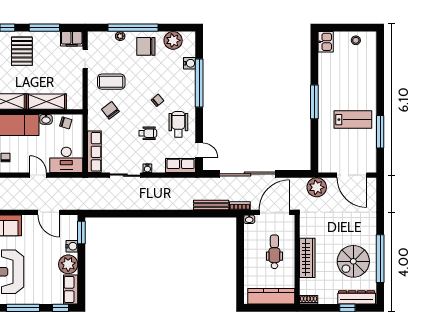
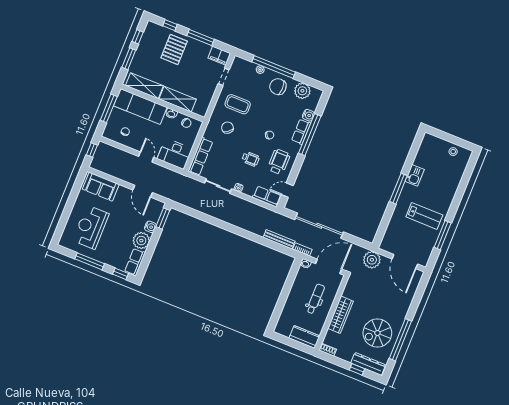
kitchen sink: (326, 42) -> (415, 175), moved
row of seats: (189, 84) -> (301, 132), added
door: (199, 150) -> (287, 190), swing flipped
kitchen counter: (271, 296) -> (304, 337), width x0.67

